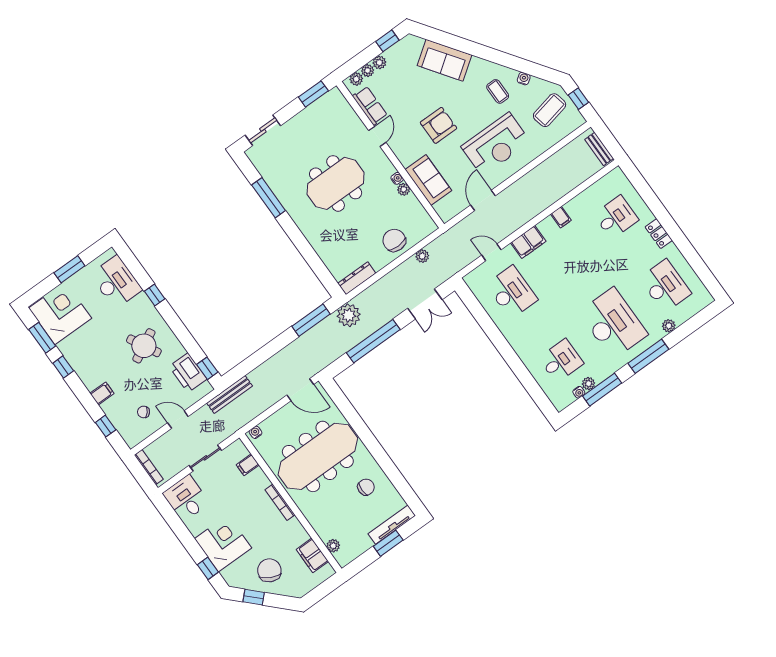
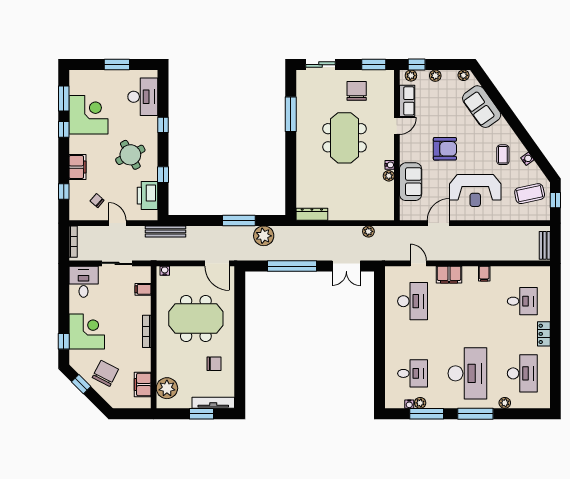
window: (387, 41) -> (417, 65), moved
plant: (368, 71) -> (463, 75), moved
meeting table: (336, 183) -> (344, 138), turned 90
chair: (394, 240) -> (357, 91), moved
corner desk: (60, 313) -> (88, 115), moved
plant: (349, 315) -> (264, 236), moved
window: (311, 320) -> (239, 220), moved
window: (207, 368) -> (163, 175), moved
filing cabinet: (102, 393) -> (77, 167), width x2.00
meeting table: (318, 456) -> (196, 318), width x0.73
plant: (333, 546) -> (167, 388), width x1.88, depth x1.88

